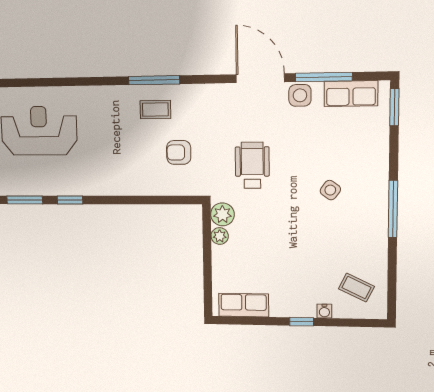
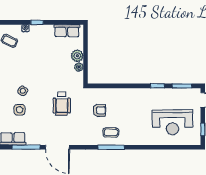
side table: (300, 95) -> (19, 110), moved
plant: (222, 214) -> (77, 56), moved

